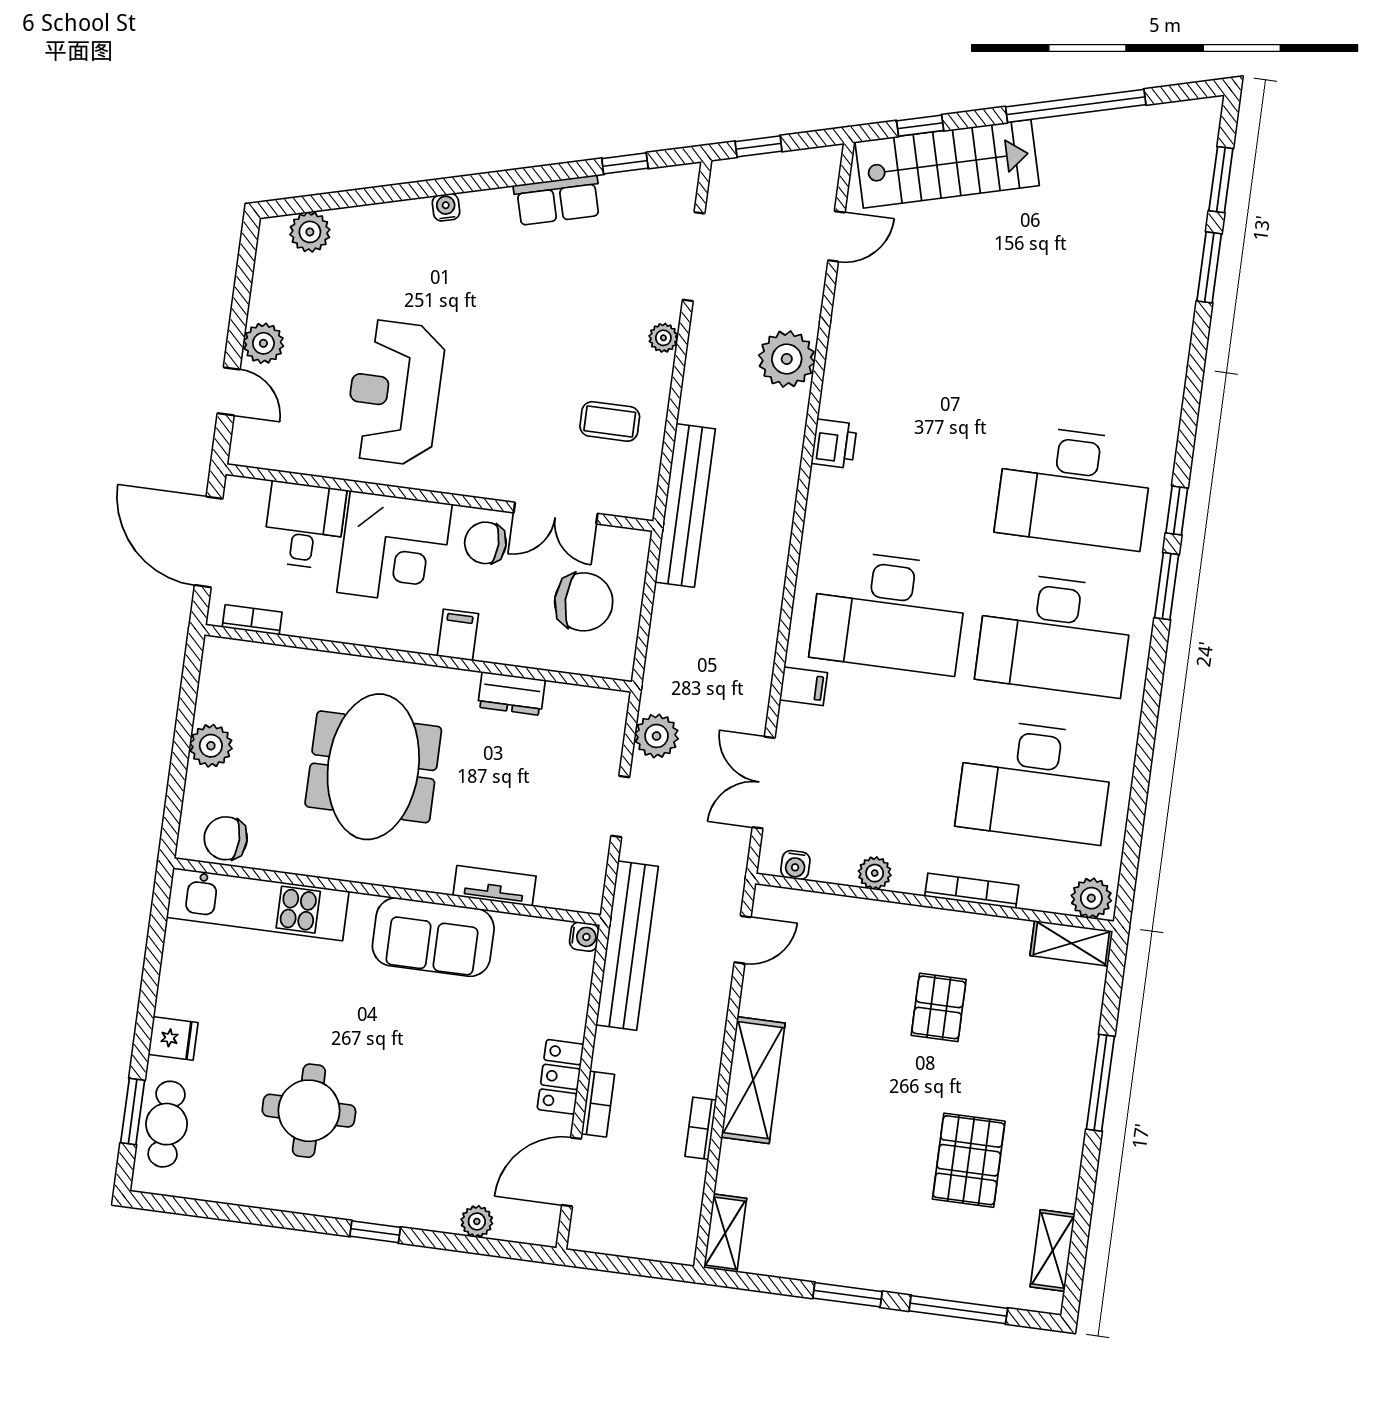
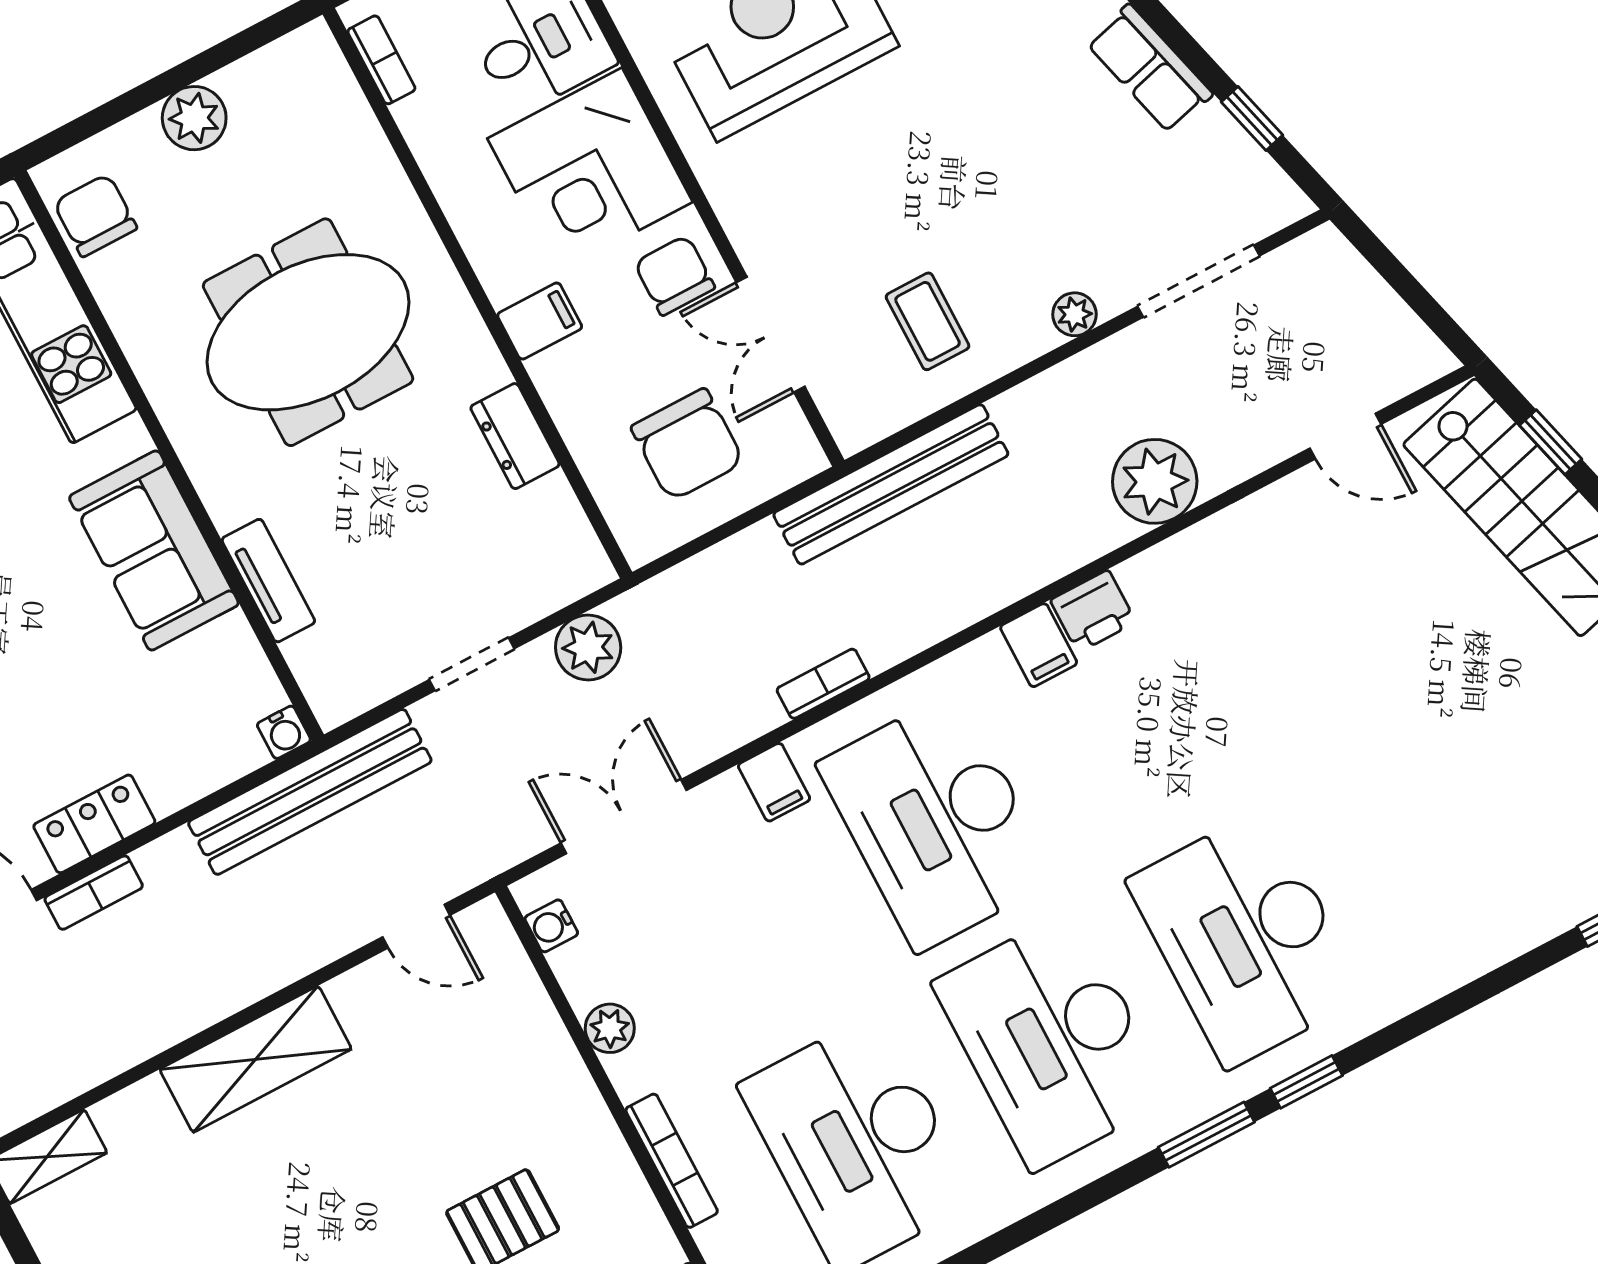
window: (759, 146) -> (1387, 265), removed
filing cabinet: (831, 487) -> (1039, 645), added
bookcase: (701, 1128) -> (823, 684), moved

